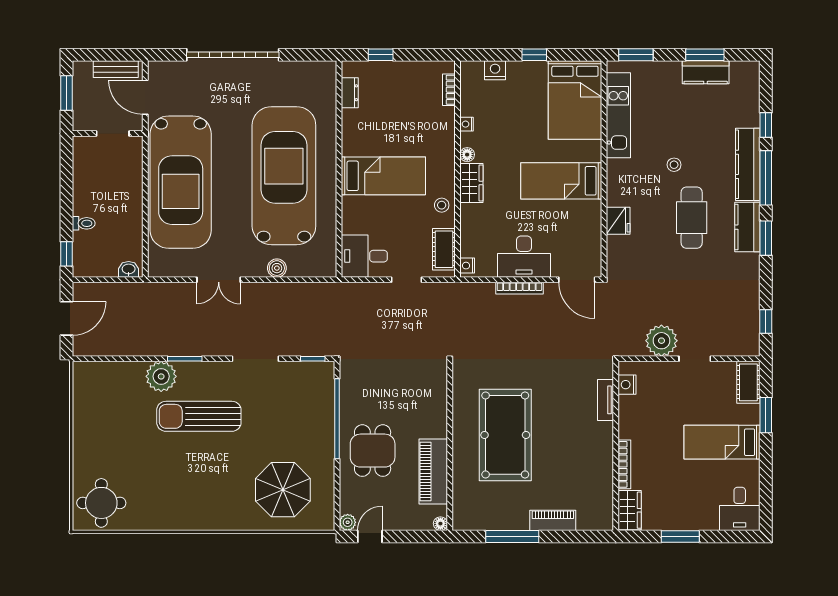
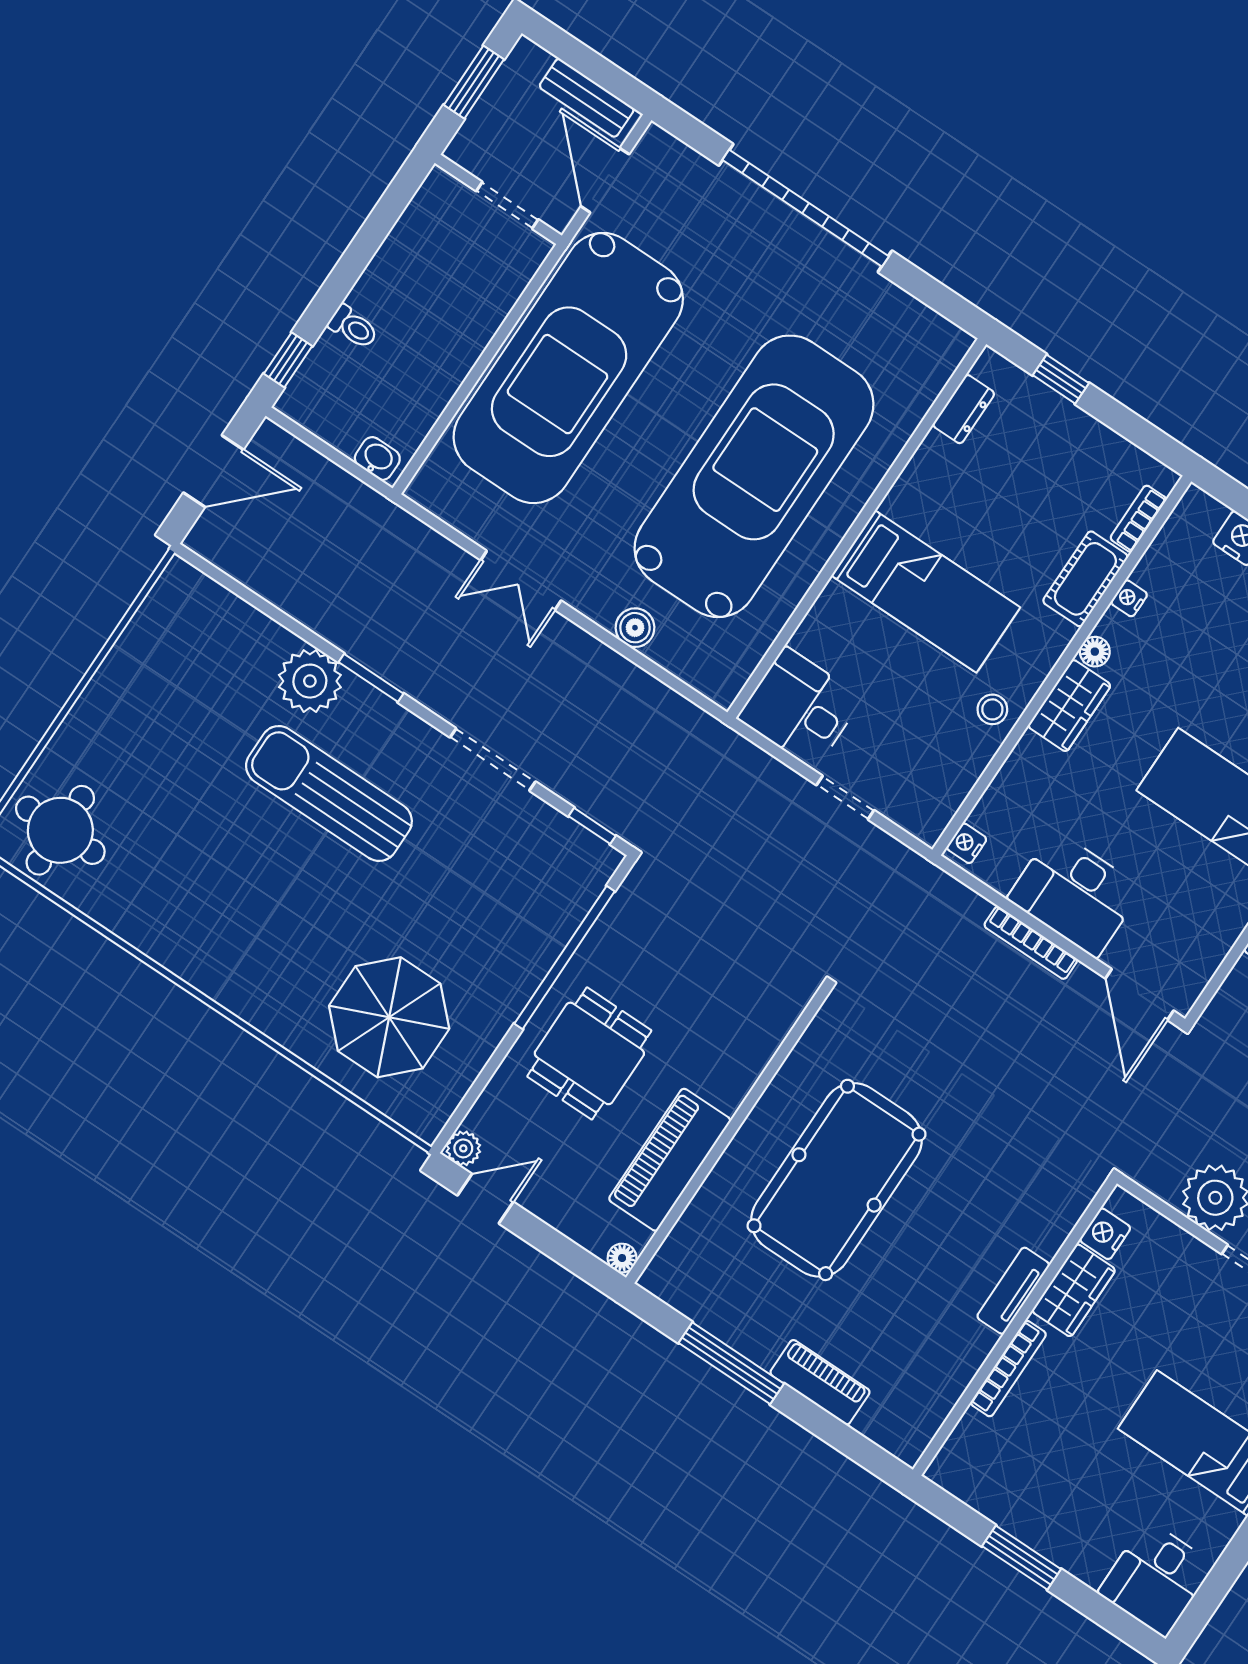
cot: (444, 249) -> (1085, 579), moved
tv unit: (606, 400) -> (1013, 1291), moved
wardrobe: (630, 510) -> (1074, 1290), moved

